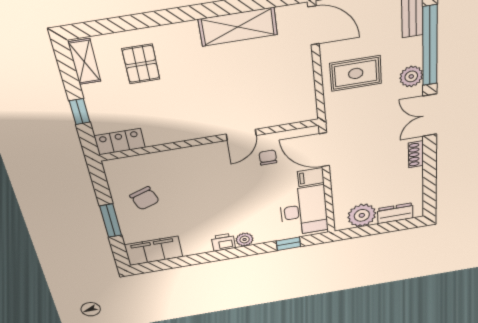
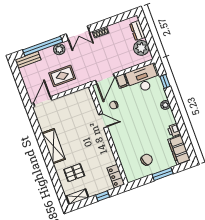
shelving: (238, 27) -> (54, 146), moved
rug: (356, 73) -> (62, 76), turned 90
printer: (223, 242) -> (174, 130), moved

